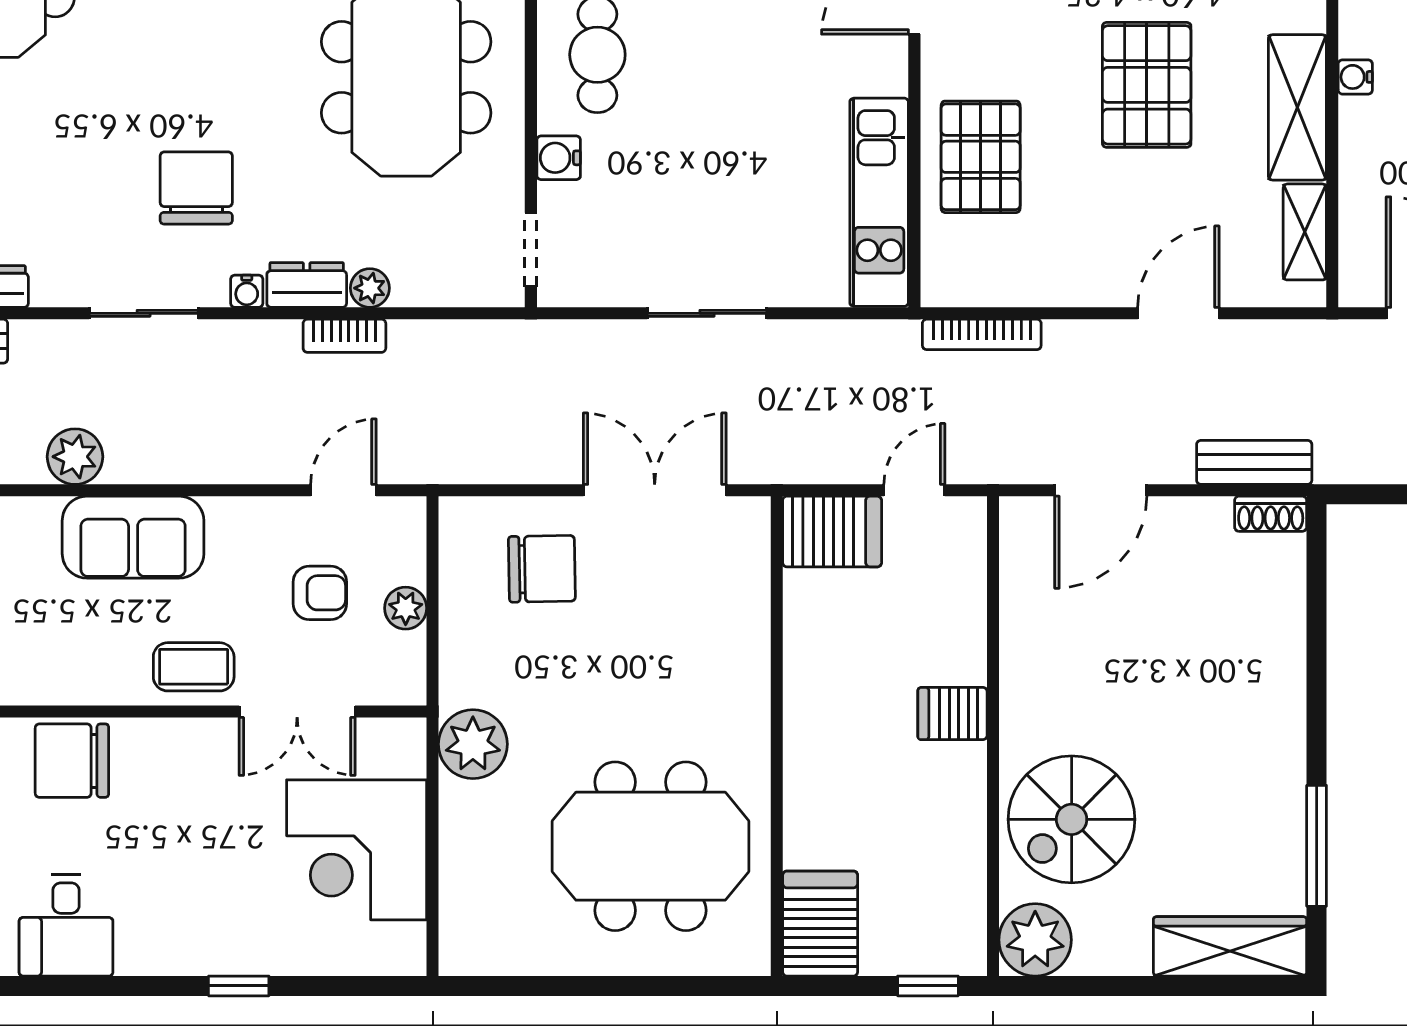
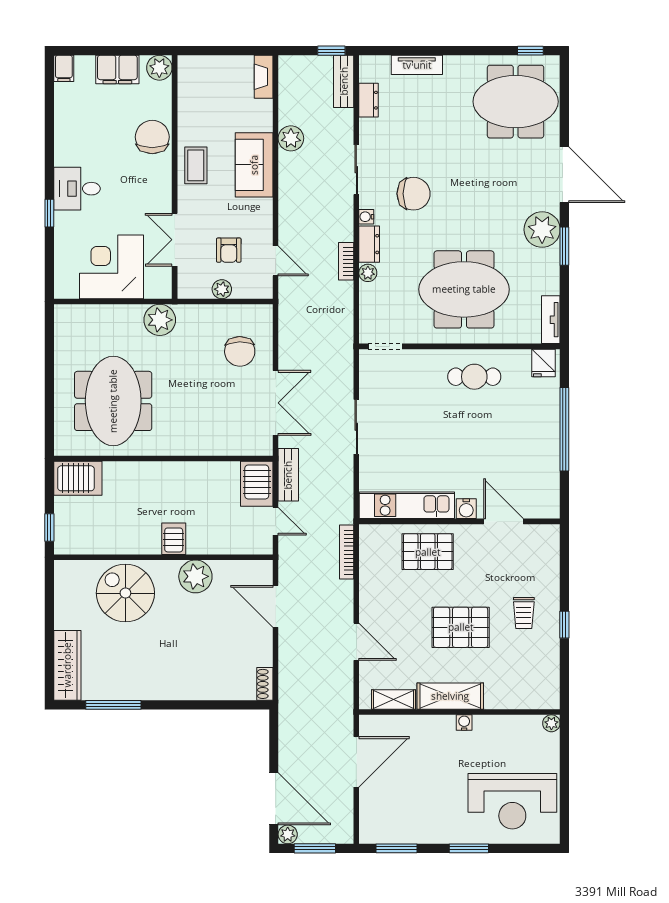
water cooler: (559, 158) -> (466, 509), moved, turned 180
bench: (1254, 462) -> (288, 475), moved
coffee table: (194, 667) -> (196, 165), moved
desk: (66, 925) -> (77, 189), moved
plant: (1035, 940) -> (195, 576), moved

